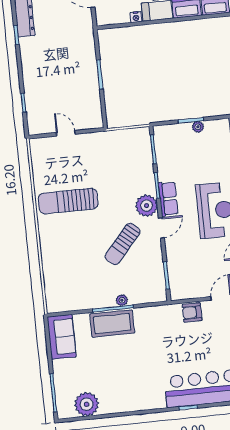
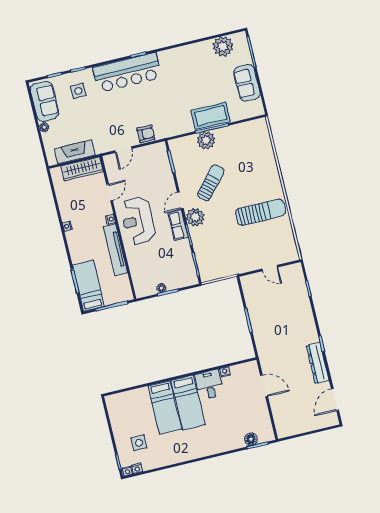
plant: (122, 300) -> (206, 140), width x1.88, depth x1.88
sofa: (62, 337) -> (247, 83), moved

